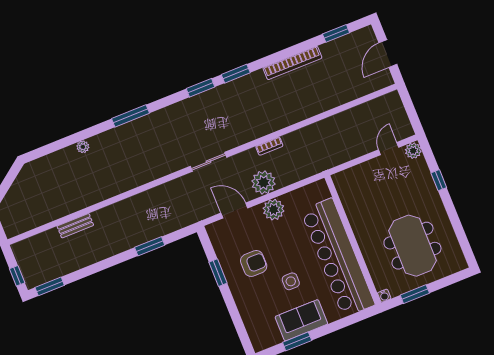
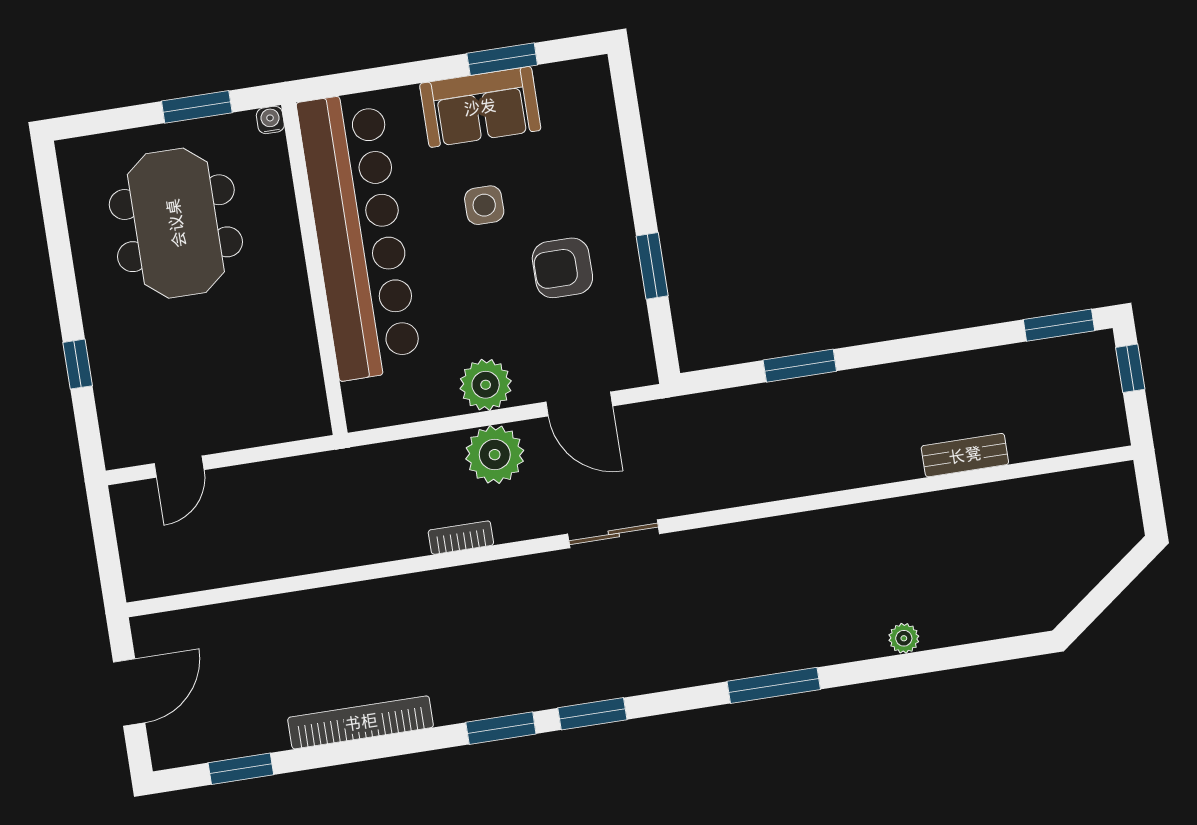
plant: (413, 151) -> (122, 448), removed

